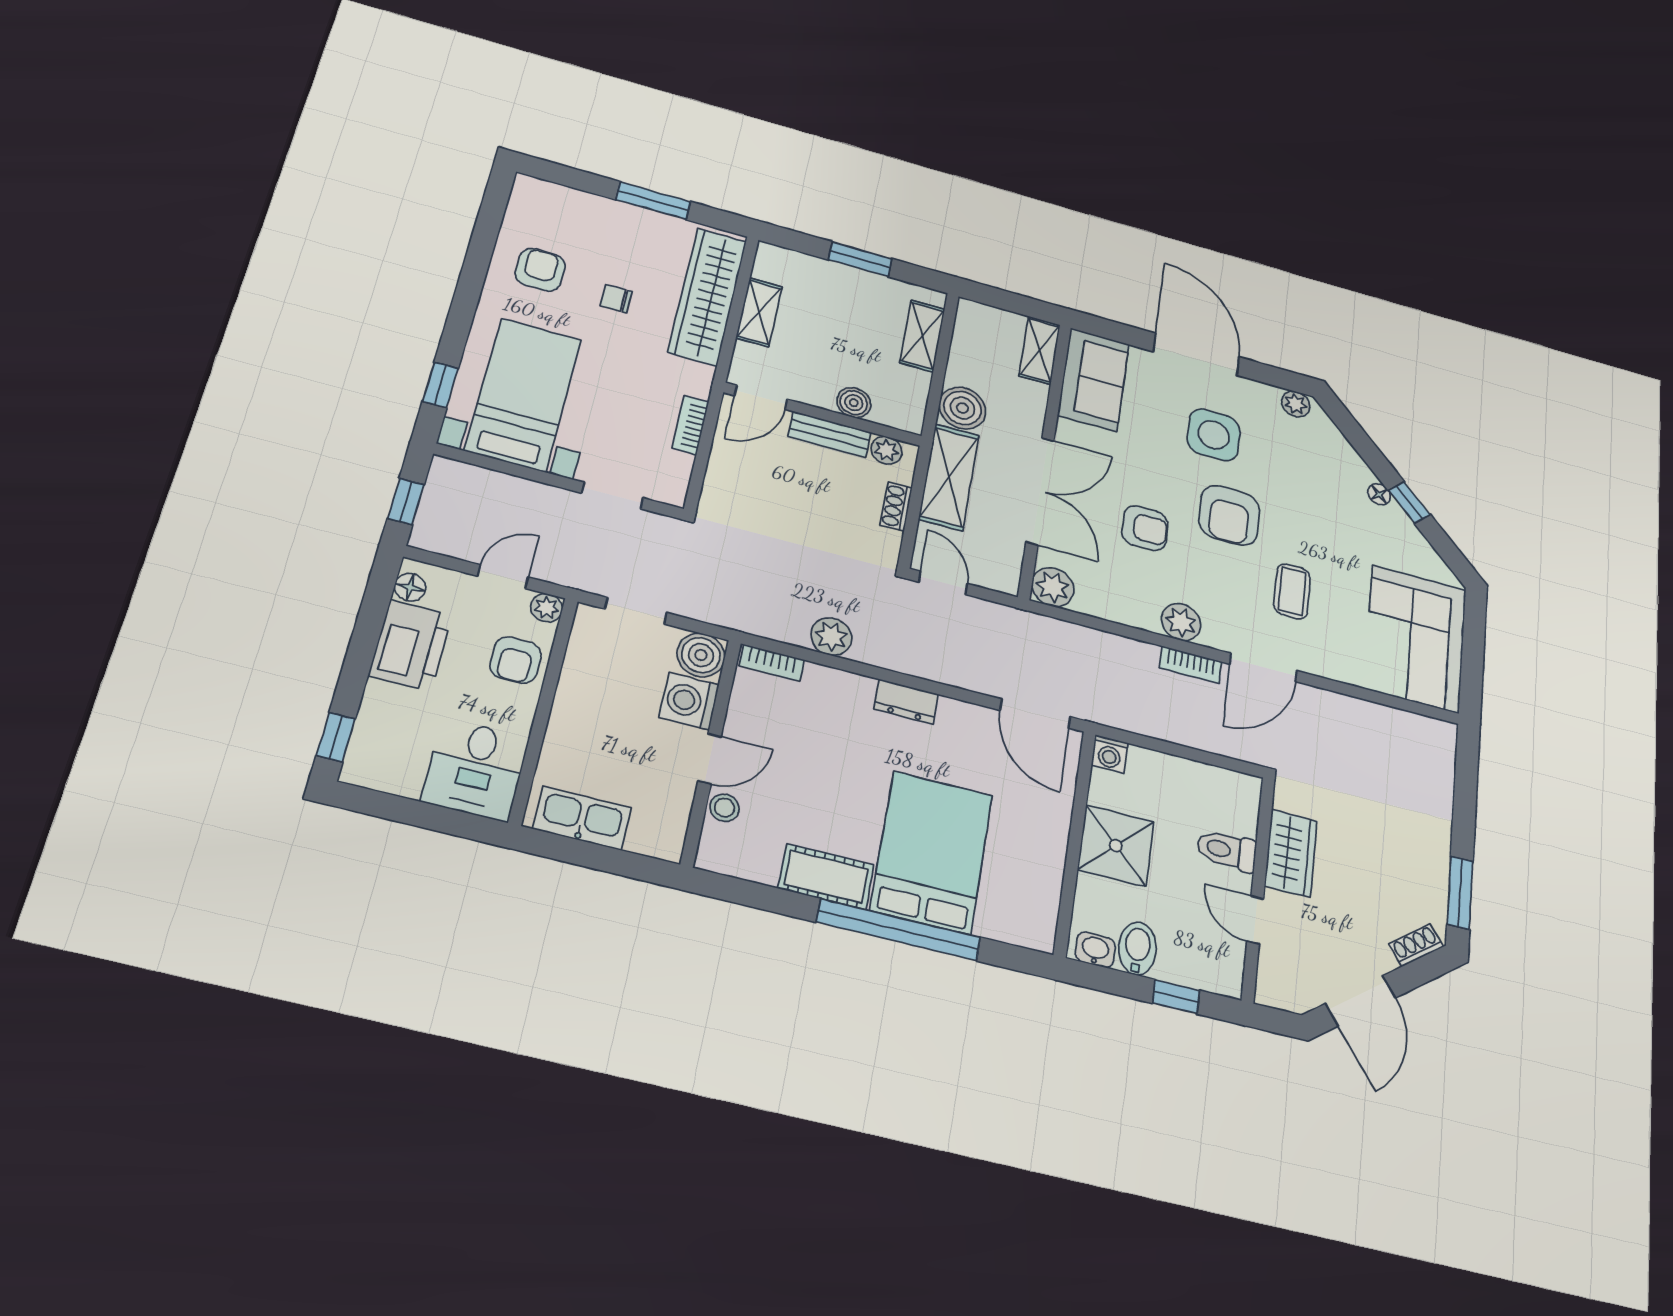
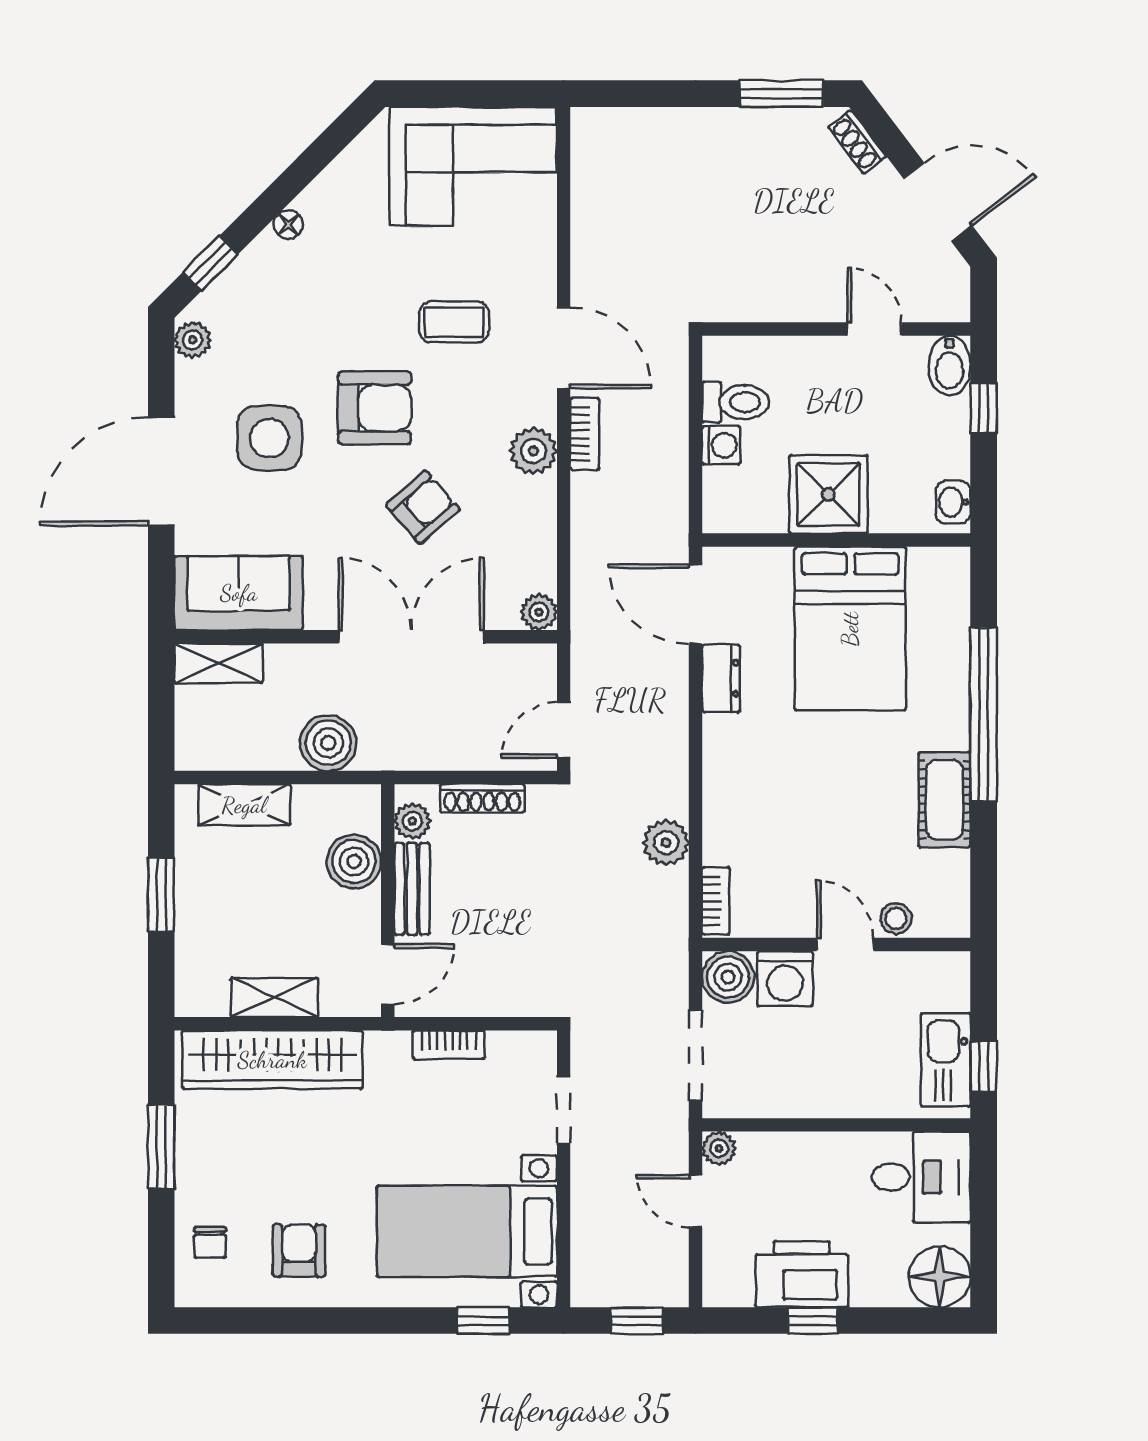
armchair: (540, 270) -> (299, 1250), turned 90
chair: (616, 299) -> (210, 1243), moved
door: (761, 397) -> (388, 974), hinge flipped
boiler: (854, 403) -> (354, 861), width x1.36, depth x1.36
shelving: (949, 477) -> (425, 745), removed
window: (1409, 502) -> (210, 263), moved
shoe rack: (896, 507) -> (482, 798), width x1.43
armchair: (1145, 528) -> (423, 507), turned 49
floor lamp: (410, 587) -> (940, 1277), moved, width x1.89, depth x1.89
plant: (1053, 587) -> (539, 612), width x0.73, depth x0.73
doorway: (636, 611) -> (696, 1056), width x1.38
armchair: (516, 660) -> (788, 1166), removed
dresser: (906, 702) -> (721, 678), moved
door: (1035, 714) -> (696, 604), swing flipped
window: (336, 737) -> (813, 1321), moved
washing machine: (1110, 754) -> (721, 445), moved
window: (568, 850) -> (984, 1067), added
toilet: (1227, 850) -> (736, 402), moved, turned -90
bed: (932, 852) -> (850, 629), moved, turned -90
wardrobe: (1291, 853) -> (785, 295), removed
door: (1255, 920) -> (874, 329), swing flipped
bidet: (1137, 949) -> (950, 366), moved, turned -90

